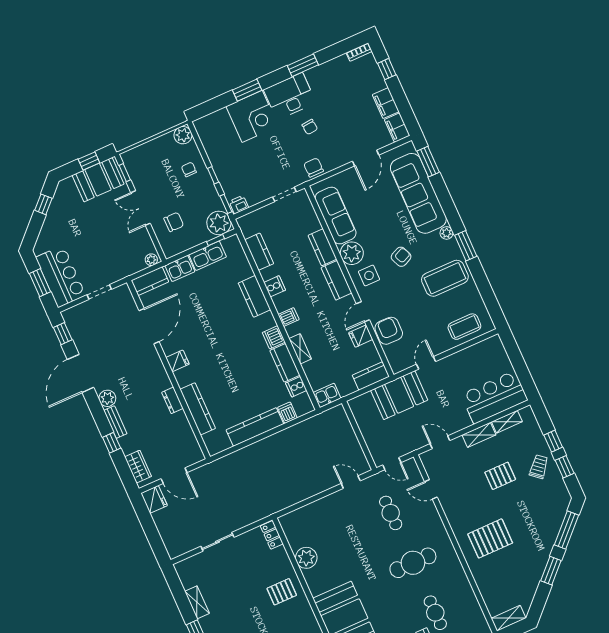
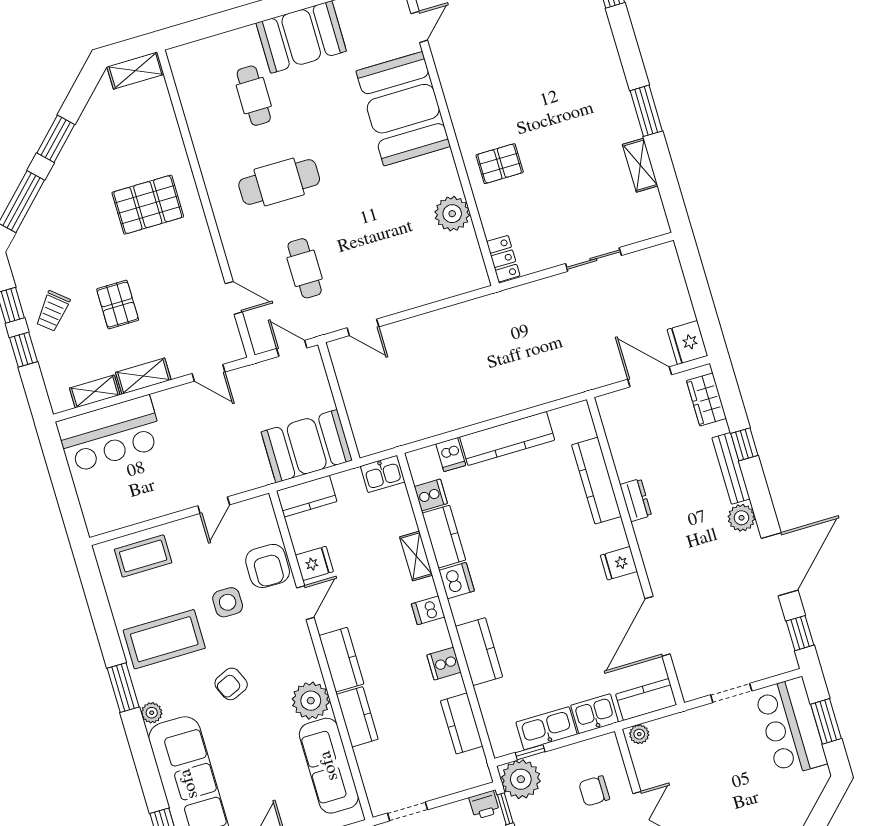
side table: (369, 275) -> (228, 602), moved
booth: (399, 395) -> (307, 446), moved
bench: (115, 422) -> (731, 468), width x1.36
pallet: (500, 476) -> (118, 305), turned 90

